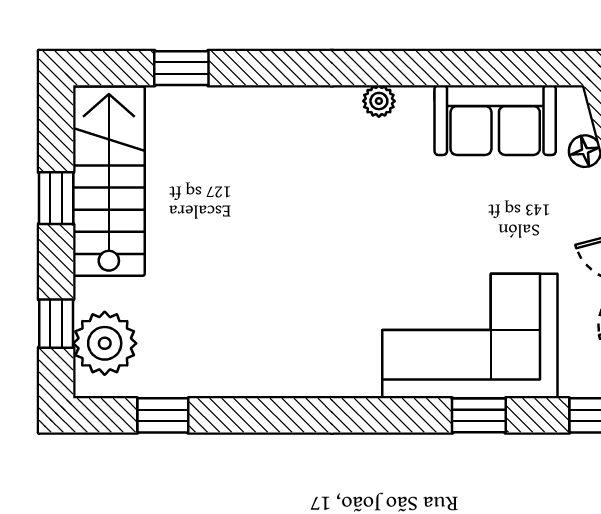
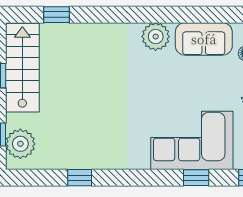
plant: (379, 101) -> (156, 37), width x1.87, depth x1.87
window: (163, 415) -> (80, 178), moved

